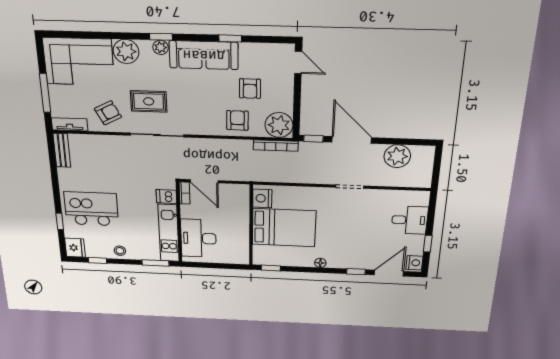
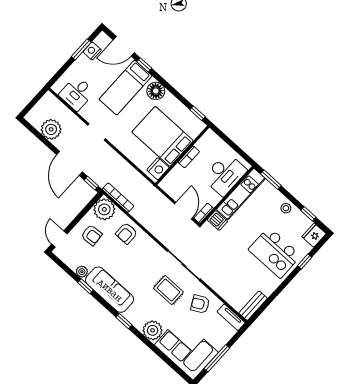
plant: (161, 47) -> (82, 272), moved
armchair: (250, 89) -> (92, 235), moved, turned 86
window: (45, 93) -> (217, 358), moved
desk: (410, 220) -> (77, 93), moved, turned -90
bookcase: (244, 229) -> (189, 157), added
bed: (356, 242) -> (126, 88), added
window: (428, 244) -> (81, 49), width x1.50
floor lamp: (320, 263) -> (156, 91), width x1.89, depth x1.89
nightstand: (414, 263) -> (92, 51), moved

